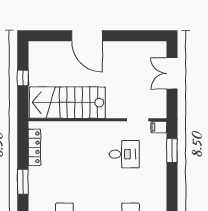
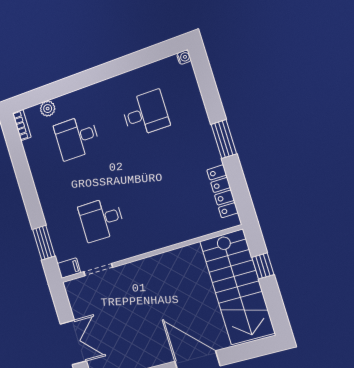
window: (23, 78) -> (263, 266), moved
stairs: (67, 103) -> (237, 287), moved, turned 90

